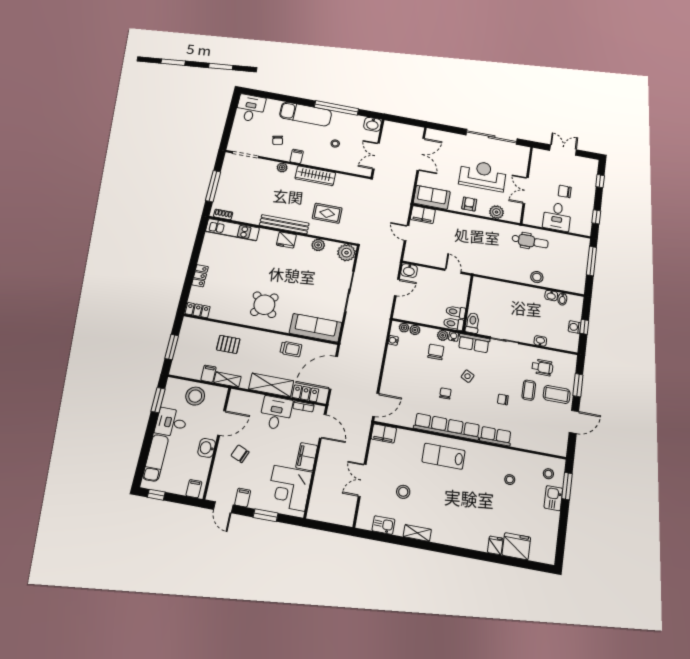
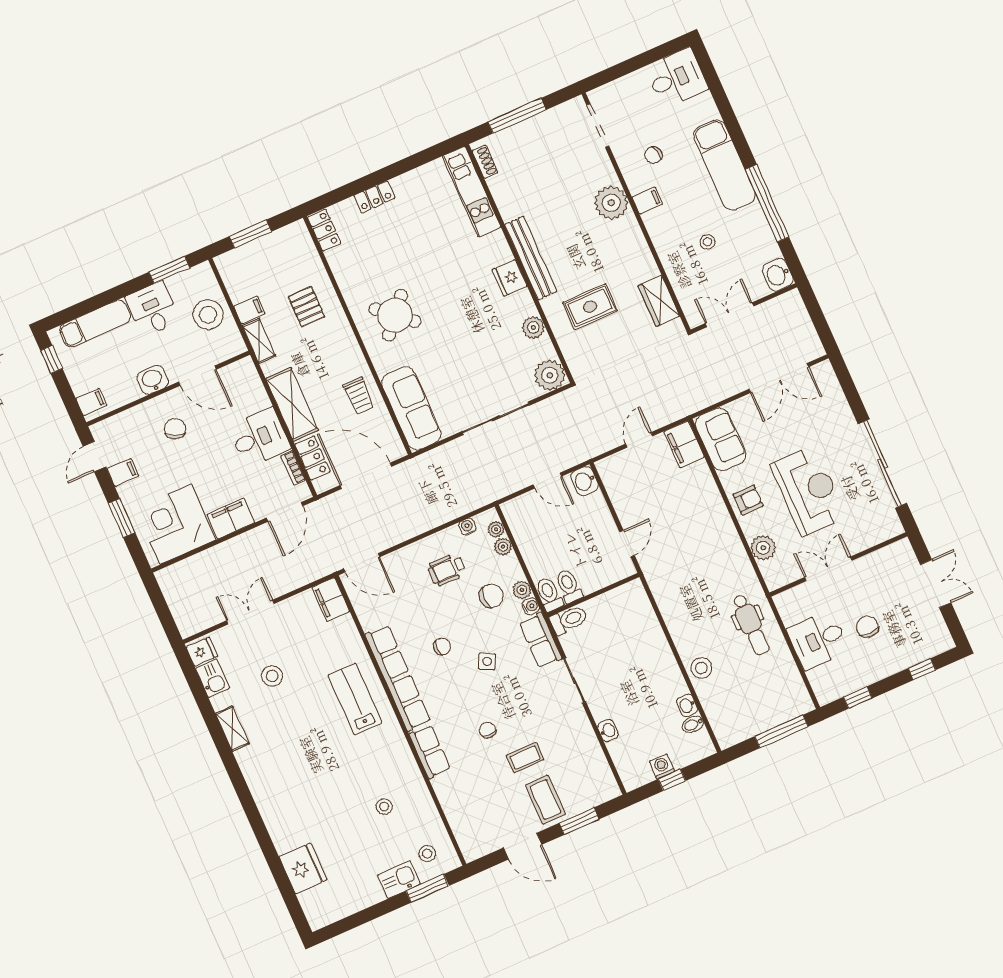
plant: (282, 167) -> (611, 203), width x1.88, depth x1.88
wardrobe: (315, 176) -> (659, 301), moved, width x0.67
rug: (327, 213) -> (590, 307), turned 90
wheelchair: (542, 367) -> (447, 570), moved, turned 90
fridge: (495, 545) -> (202, 652), moved

